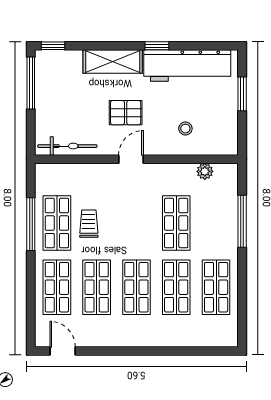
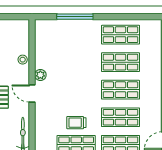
stool: (185, 129) -> (23, 60), moved
plant: (205, 171) -> (40, 75), moved
shop shelf: (176, 223) -> (76, 62), removed

